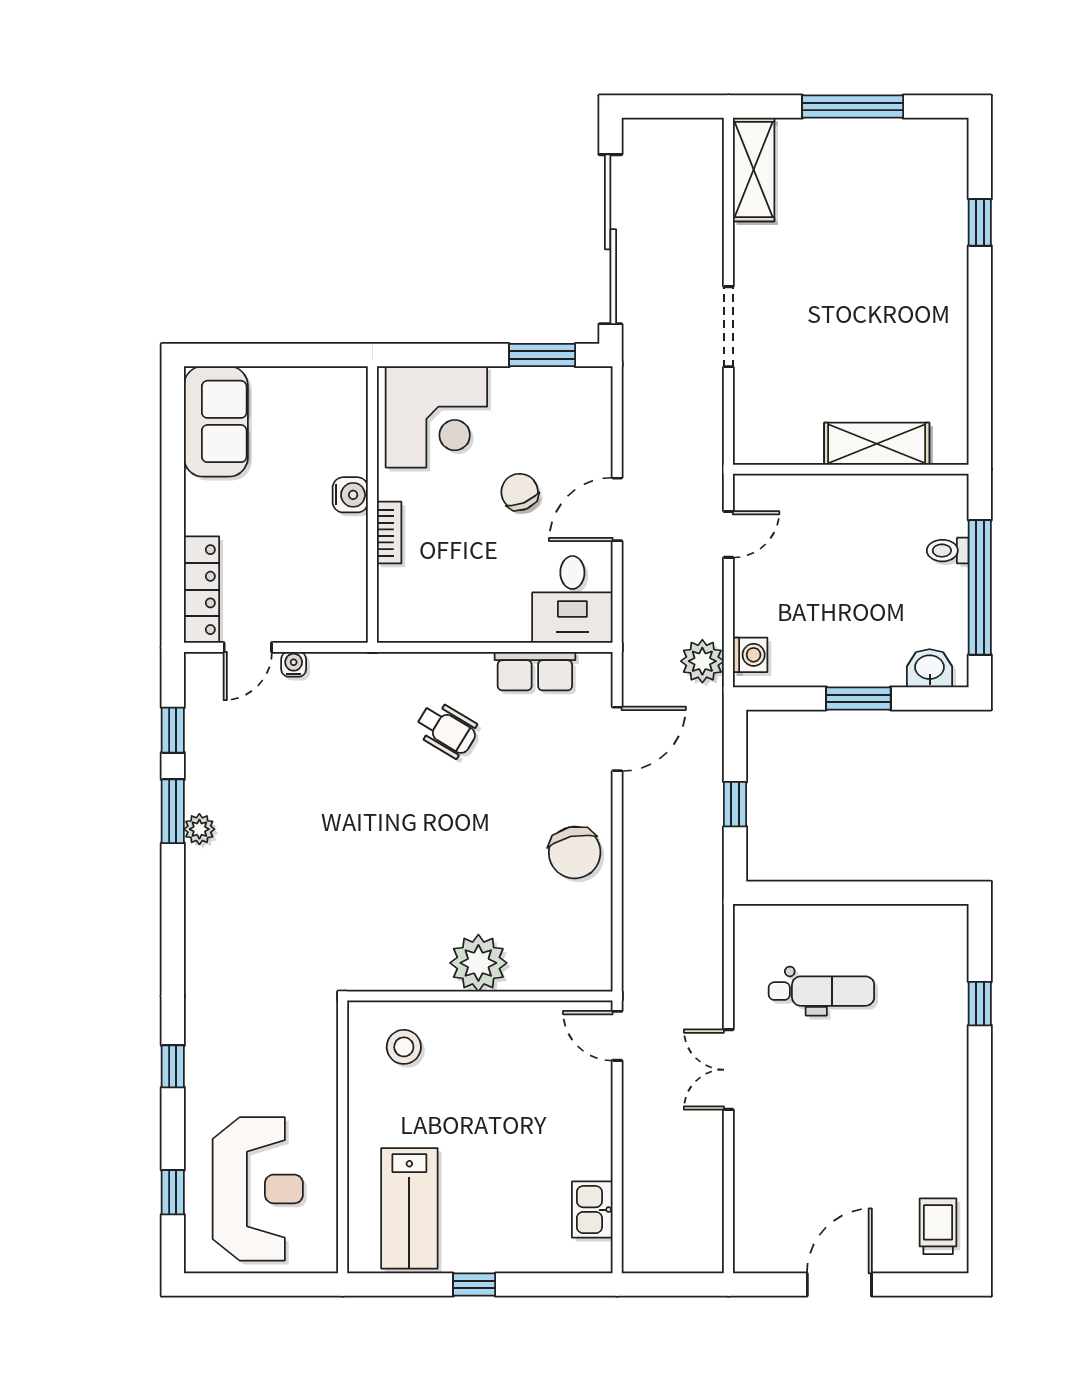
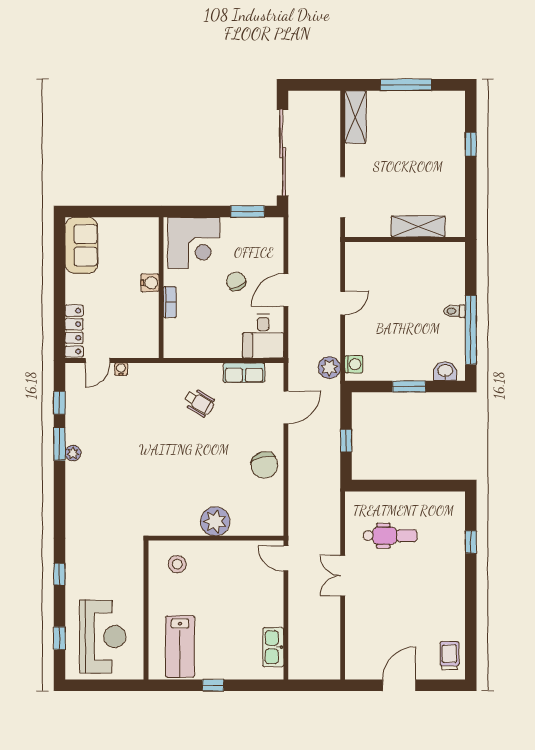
shelving: (877, 444) -> (418, 226), moved
wall: (851, 469) -> (405, 239), moved
kitchen sink: (592, 1210) -> (273, 647), width x1.38

